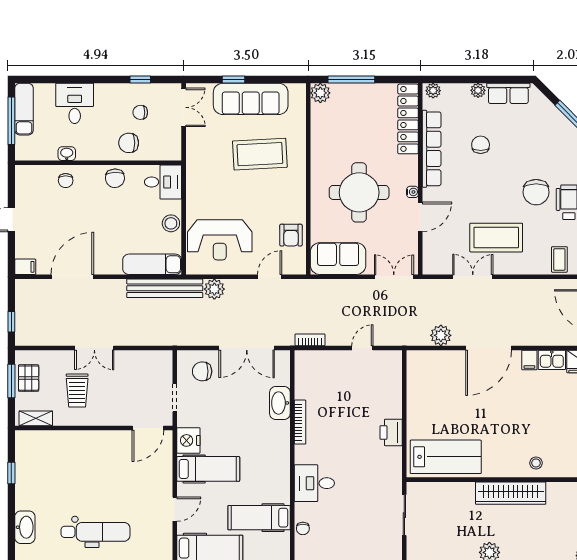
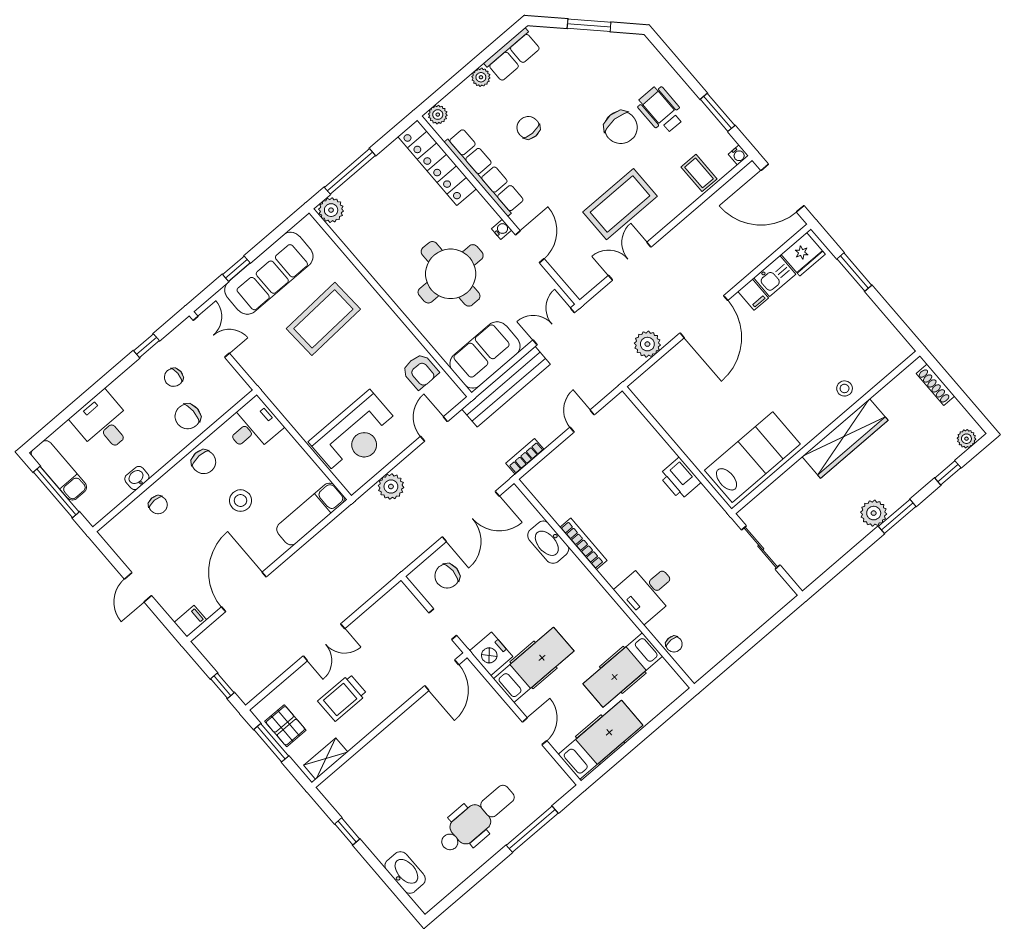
stool: (171, 223) -> (241, 501), moved
bench: (165, 288) -> (506, 387), moved
trolley: (77, 390) -> (342, 698), turned 90

